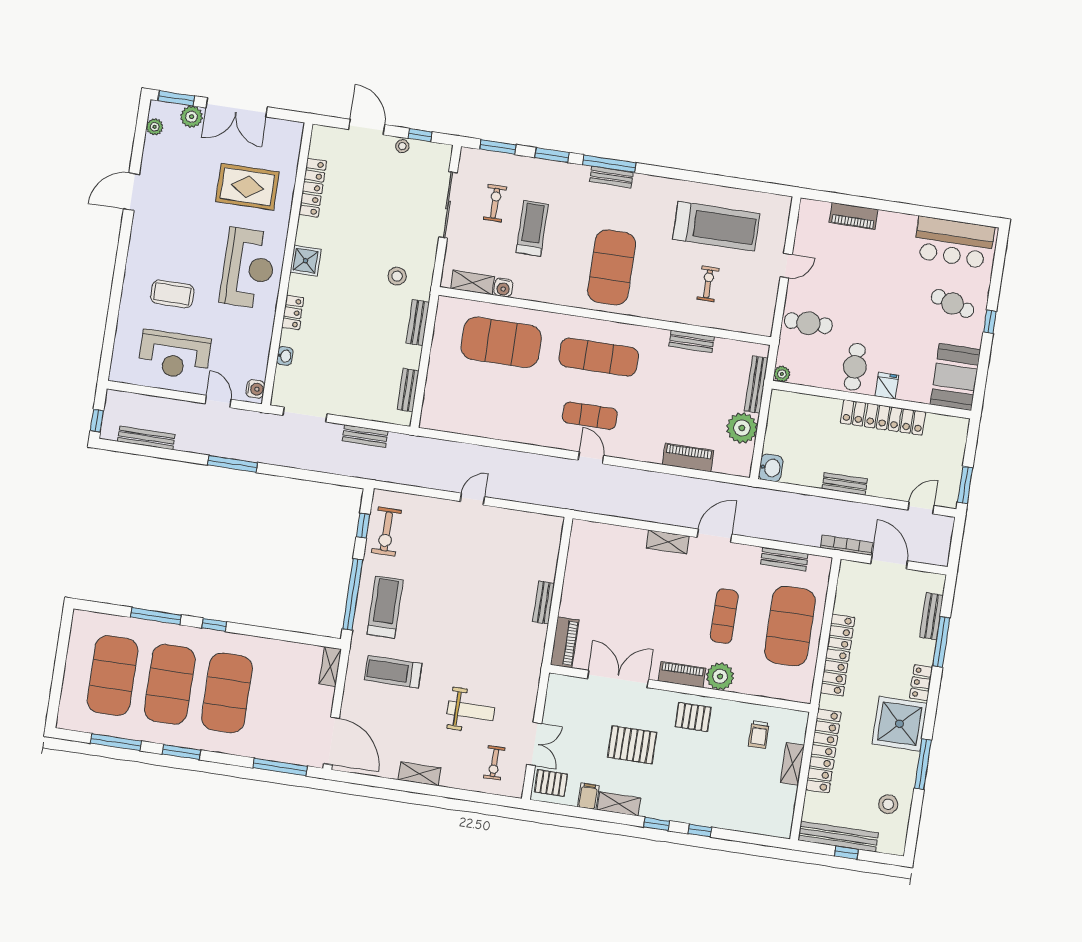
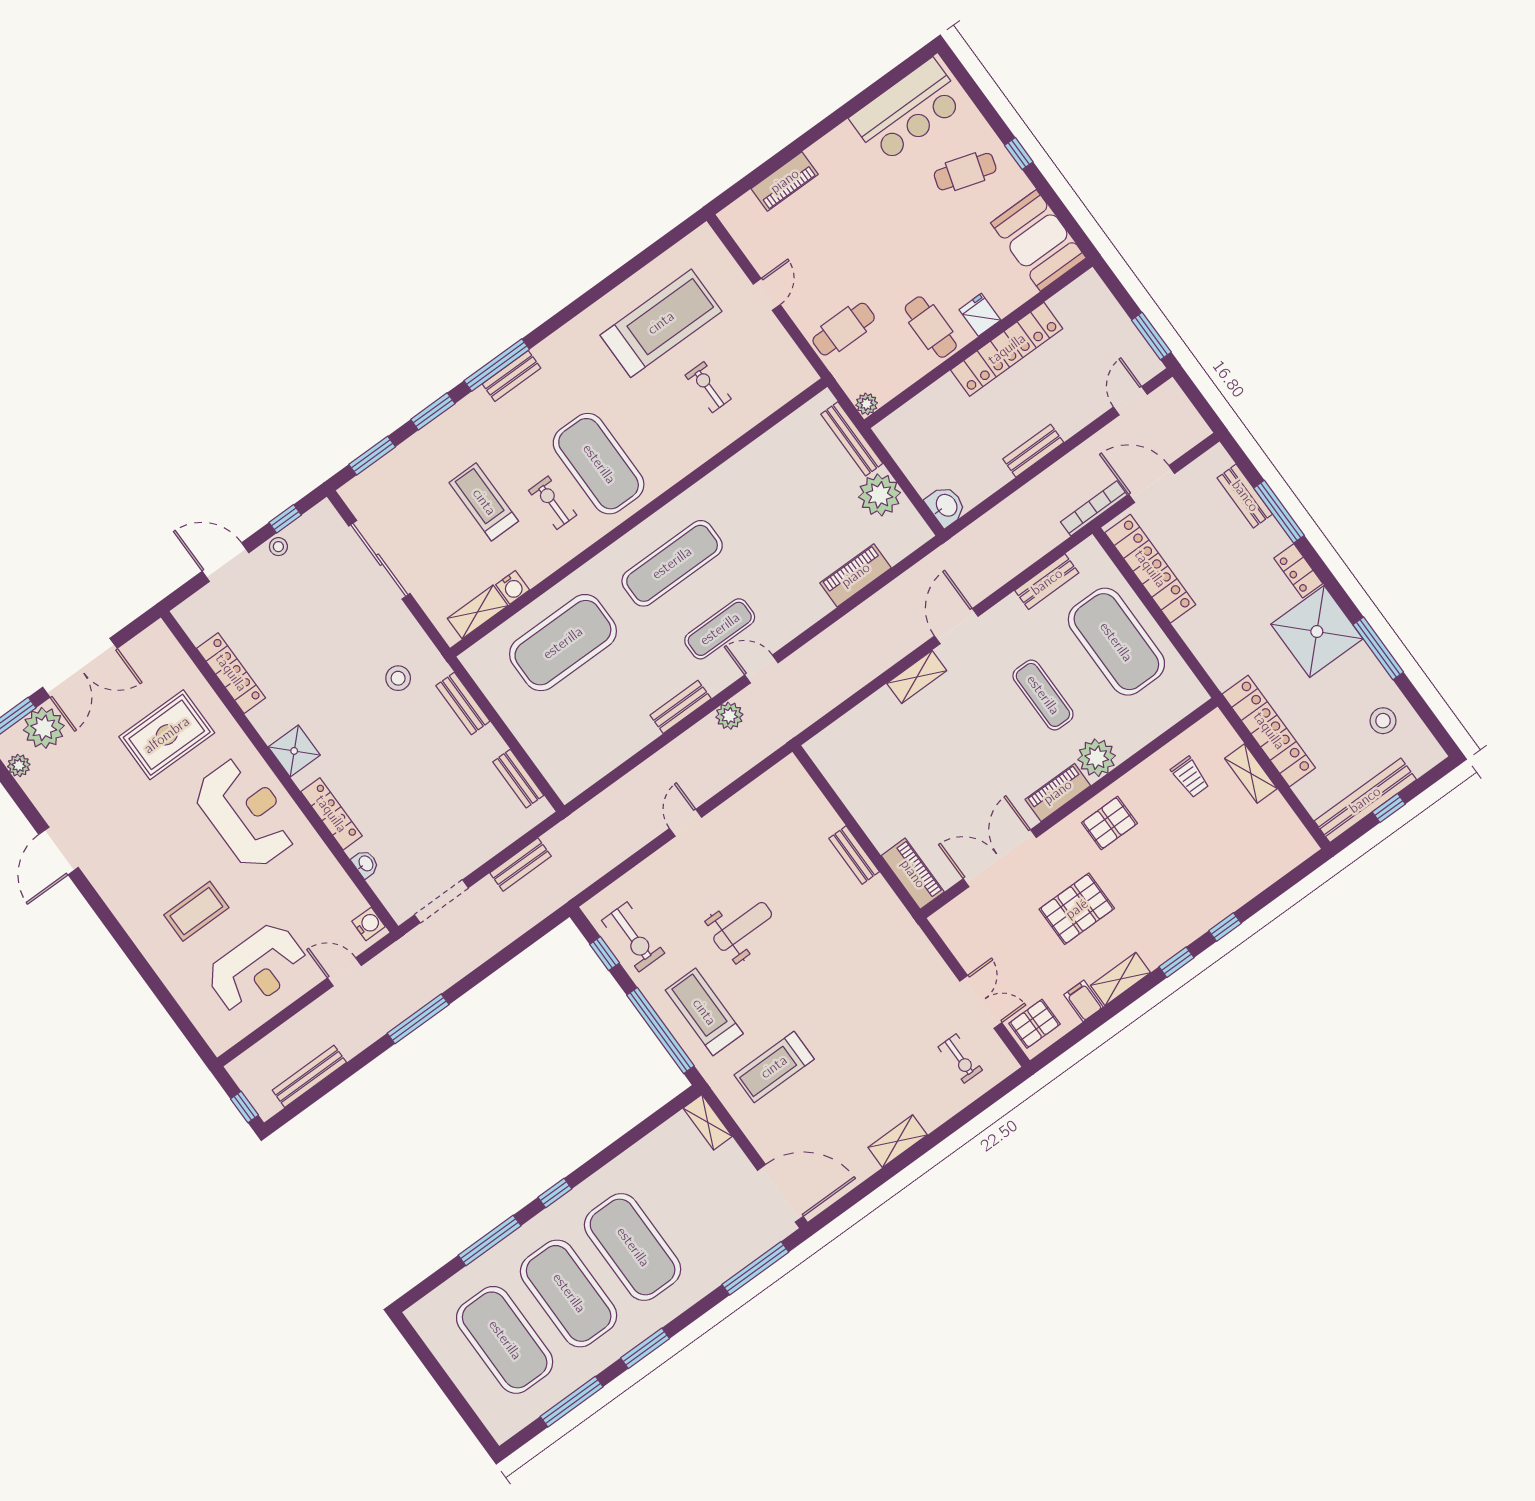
plant: (192, 117) -> (44, 728), width x1.36, depth x1.36
exercise bike: (495, 203) -> (553, 503), moved
locker: (293, 313) -> (331, 814), width x1.53
bench: (692, 341) -> (681, 707), moved
plant: (550, 466) -> (729, 716), added
locker: (838, 655) -> (1150, 569), moved
weight bench: (471, 711) -> (743, 926), moved

